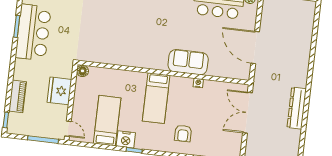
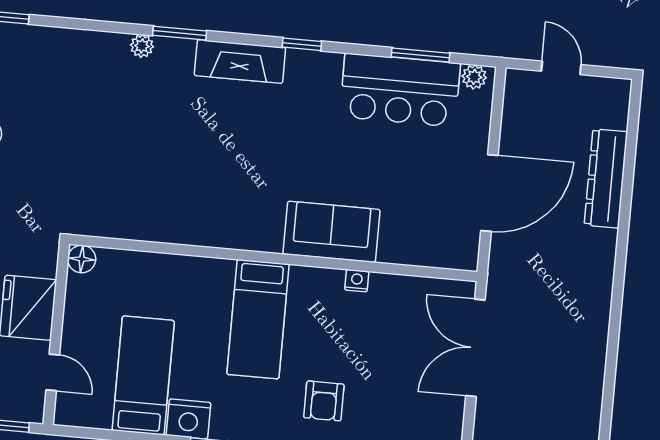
door: (255, 48) -> (489, 193), swing flipped
dresser: (297, 108) -> (606, 178), moved
door: (68, 129) -> (53, 372), moved

